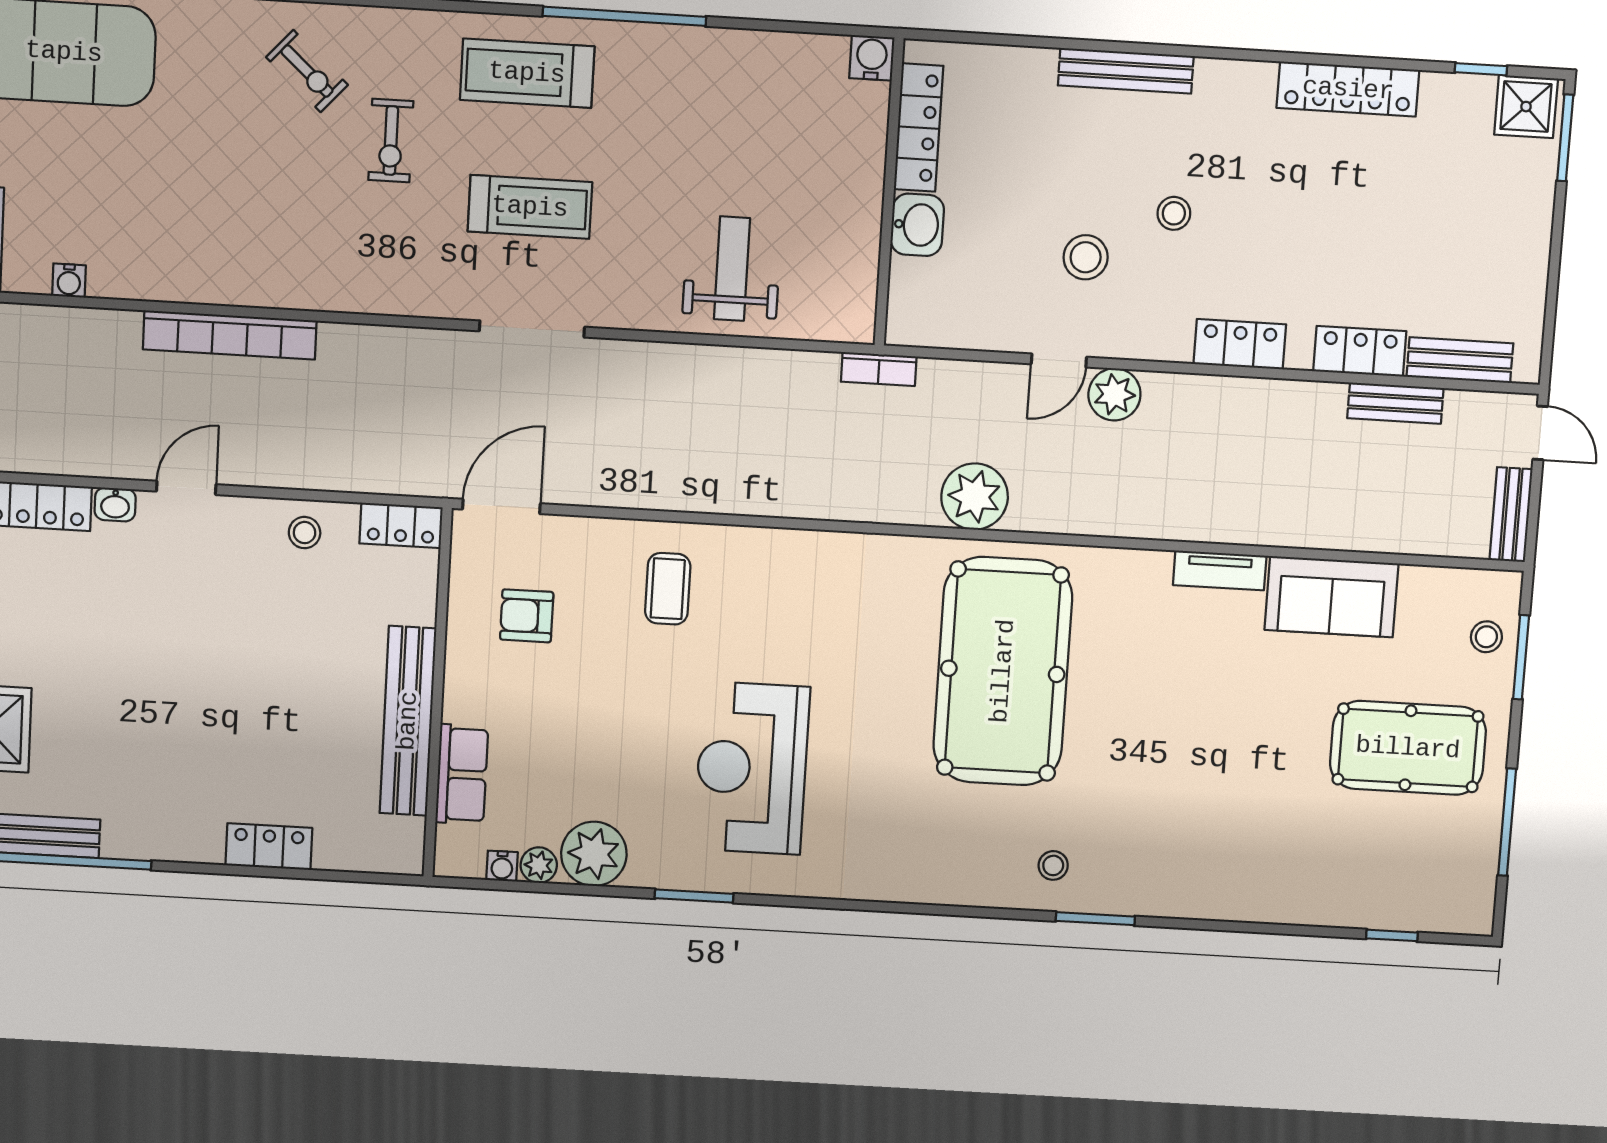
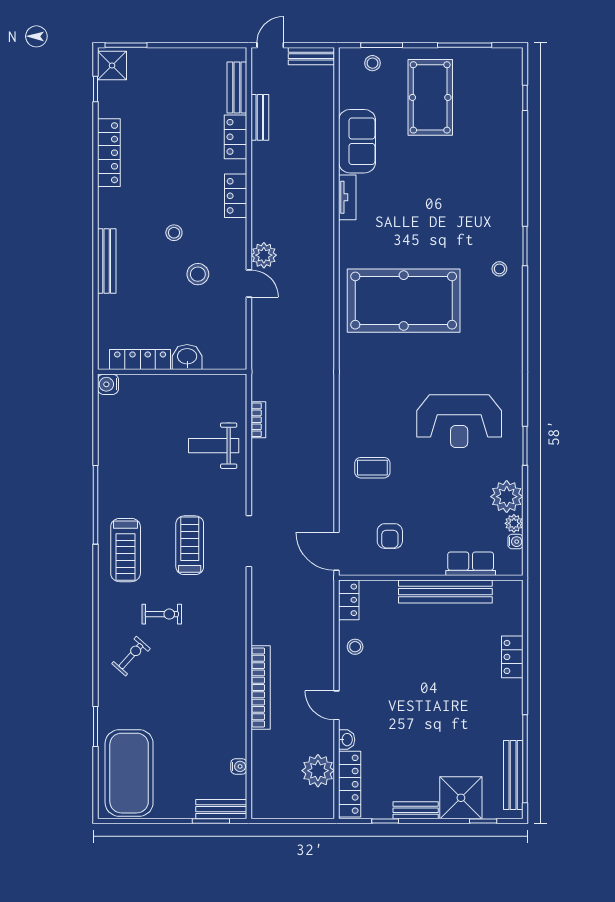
bookcase: (879, 369) -> (258, 420), moved
plant: (975, 497) -> (318, 771), moved

